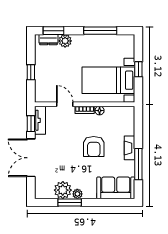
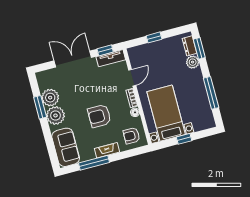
armchair: (121, 120) -> (131, 136), added
plant: (77, 194) -> (55, 115), width x1.88, depth x1.88

